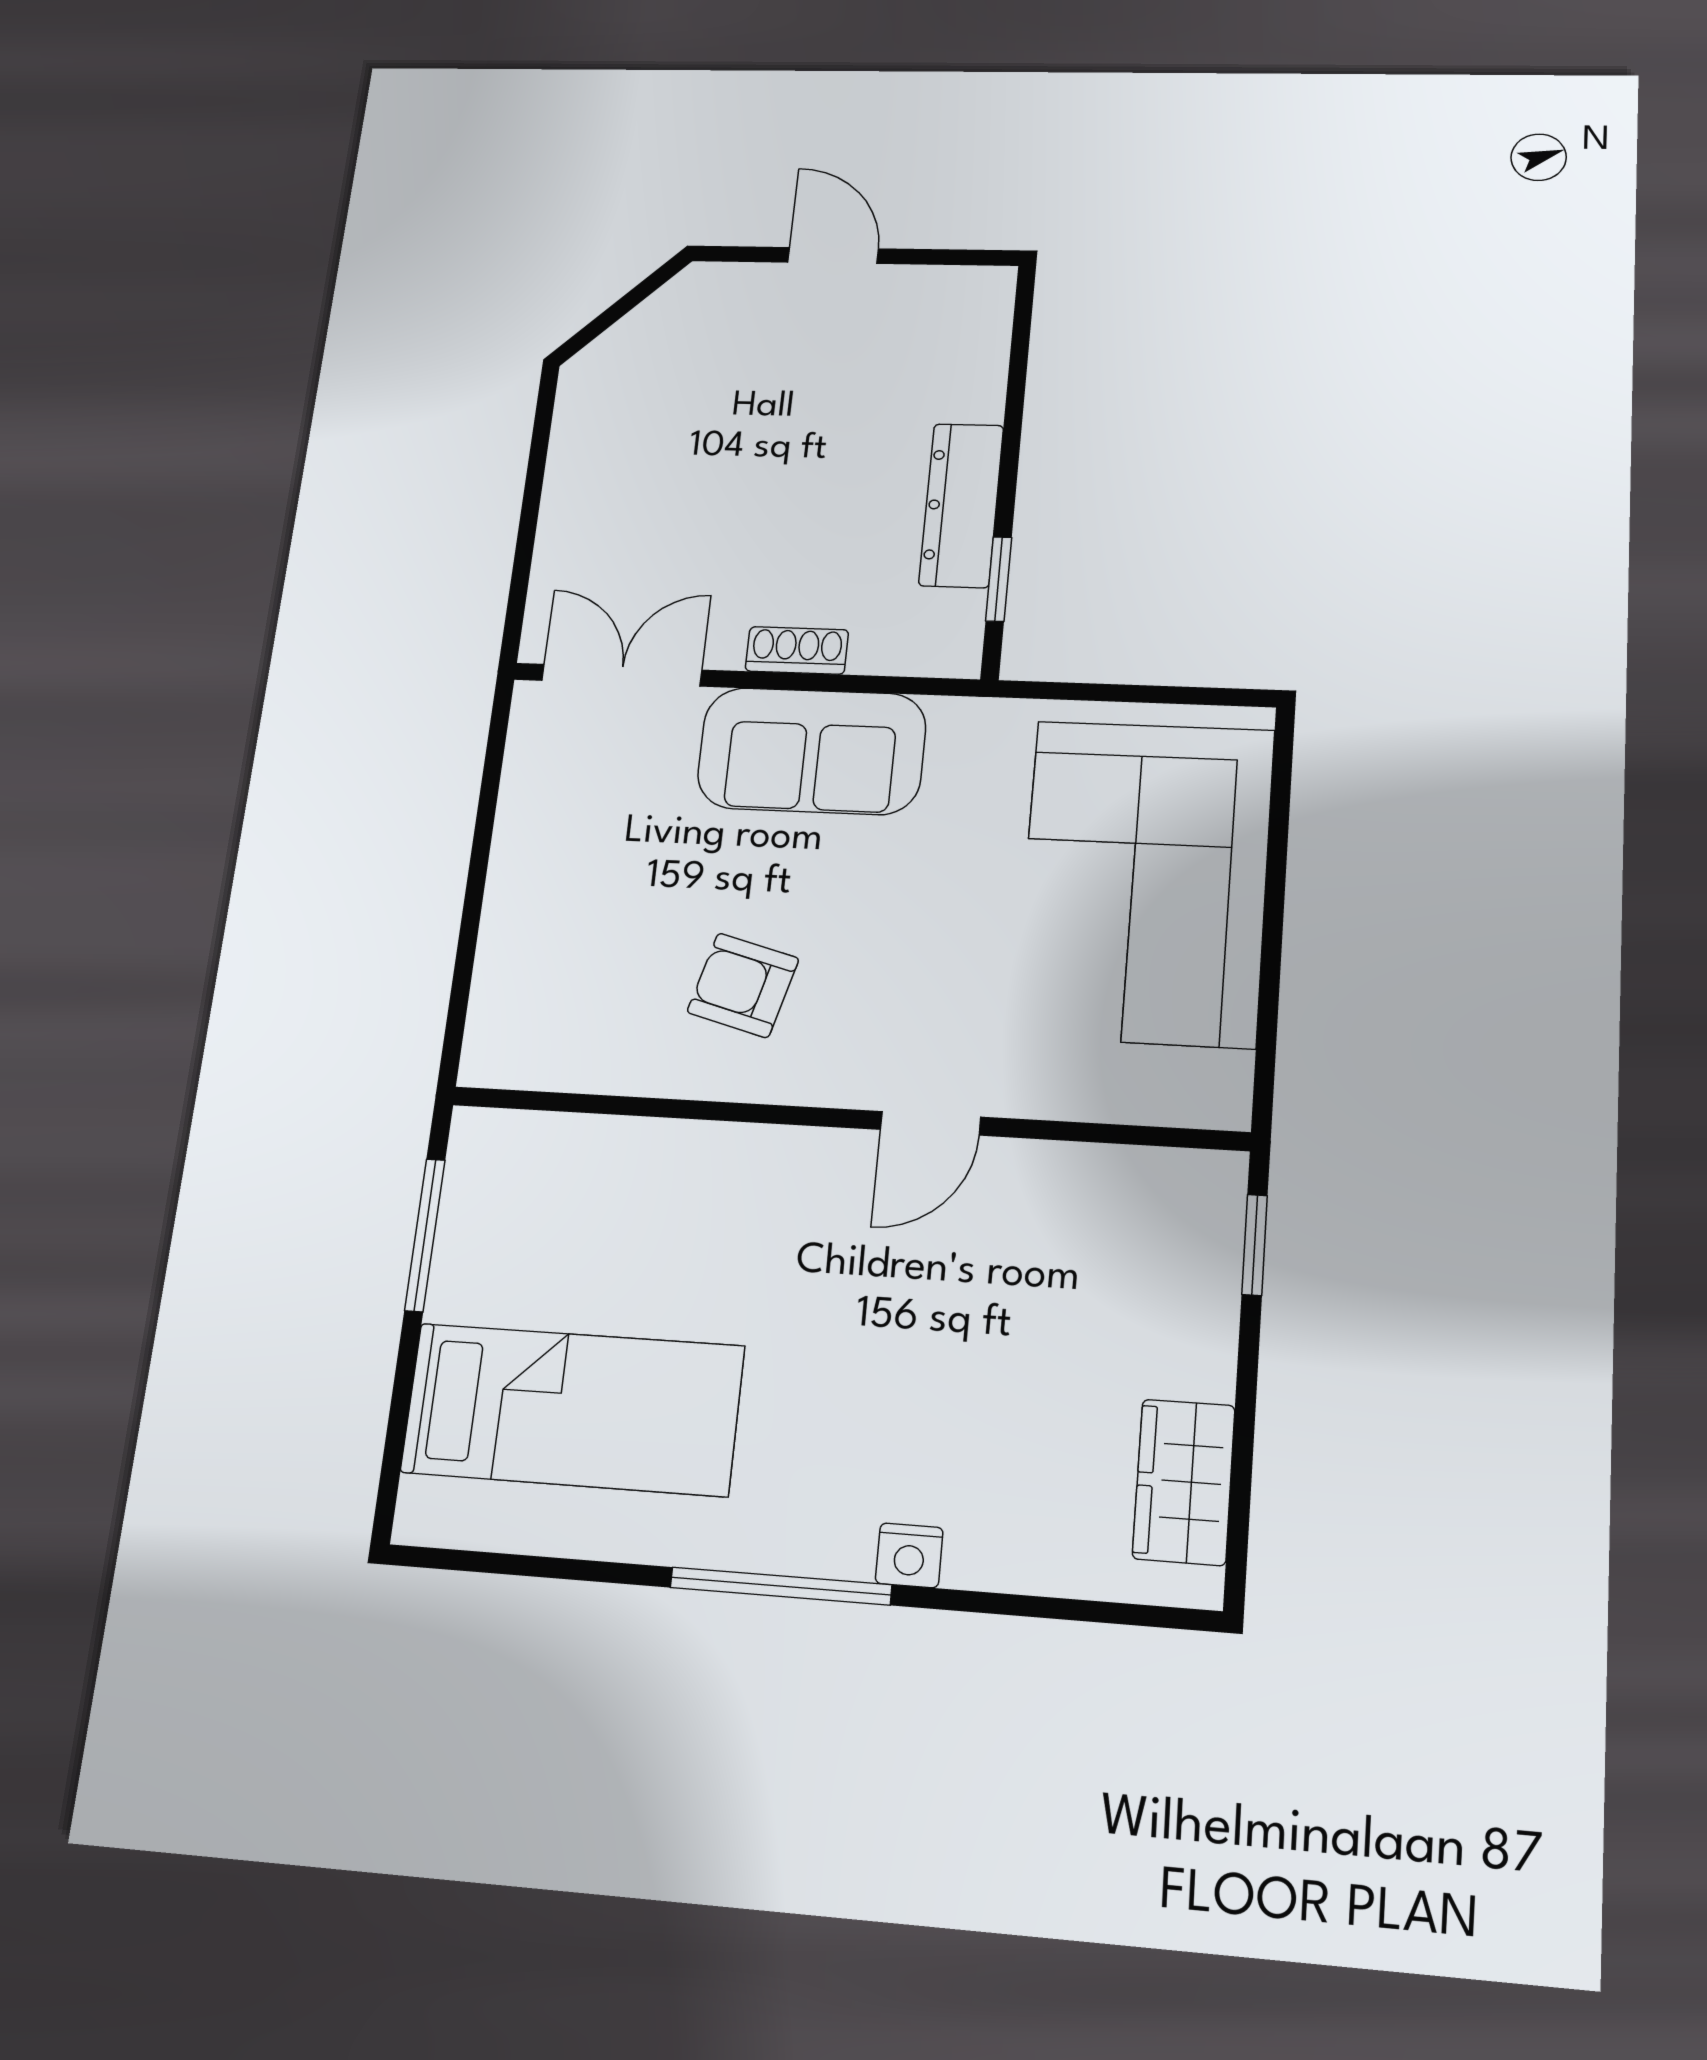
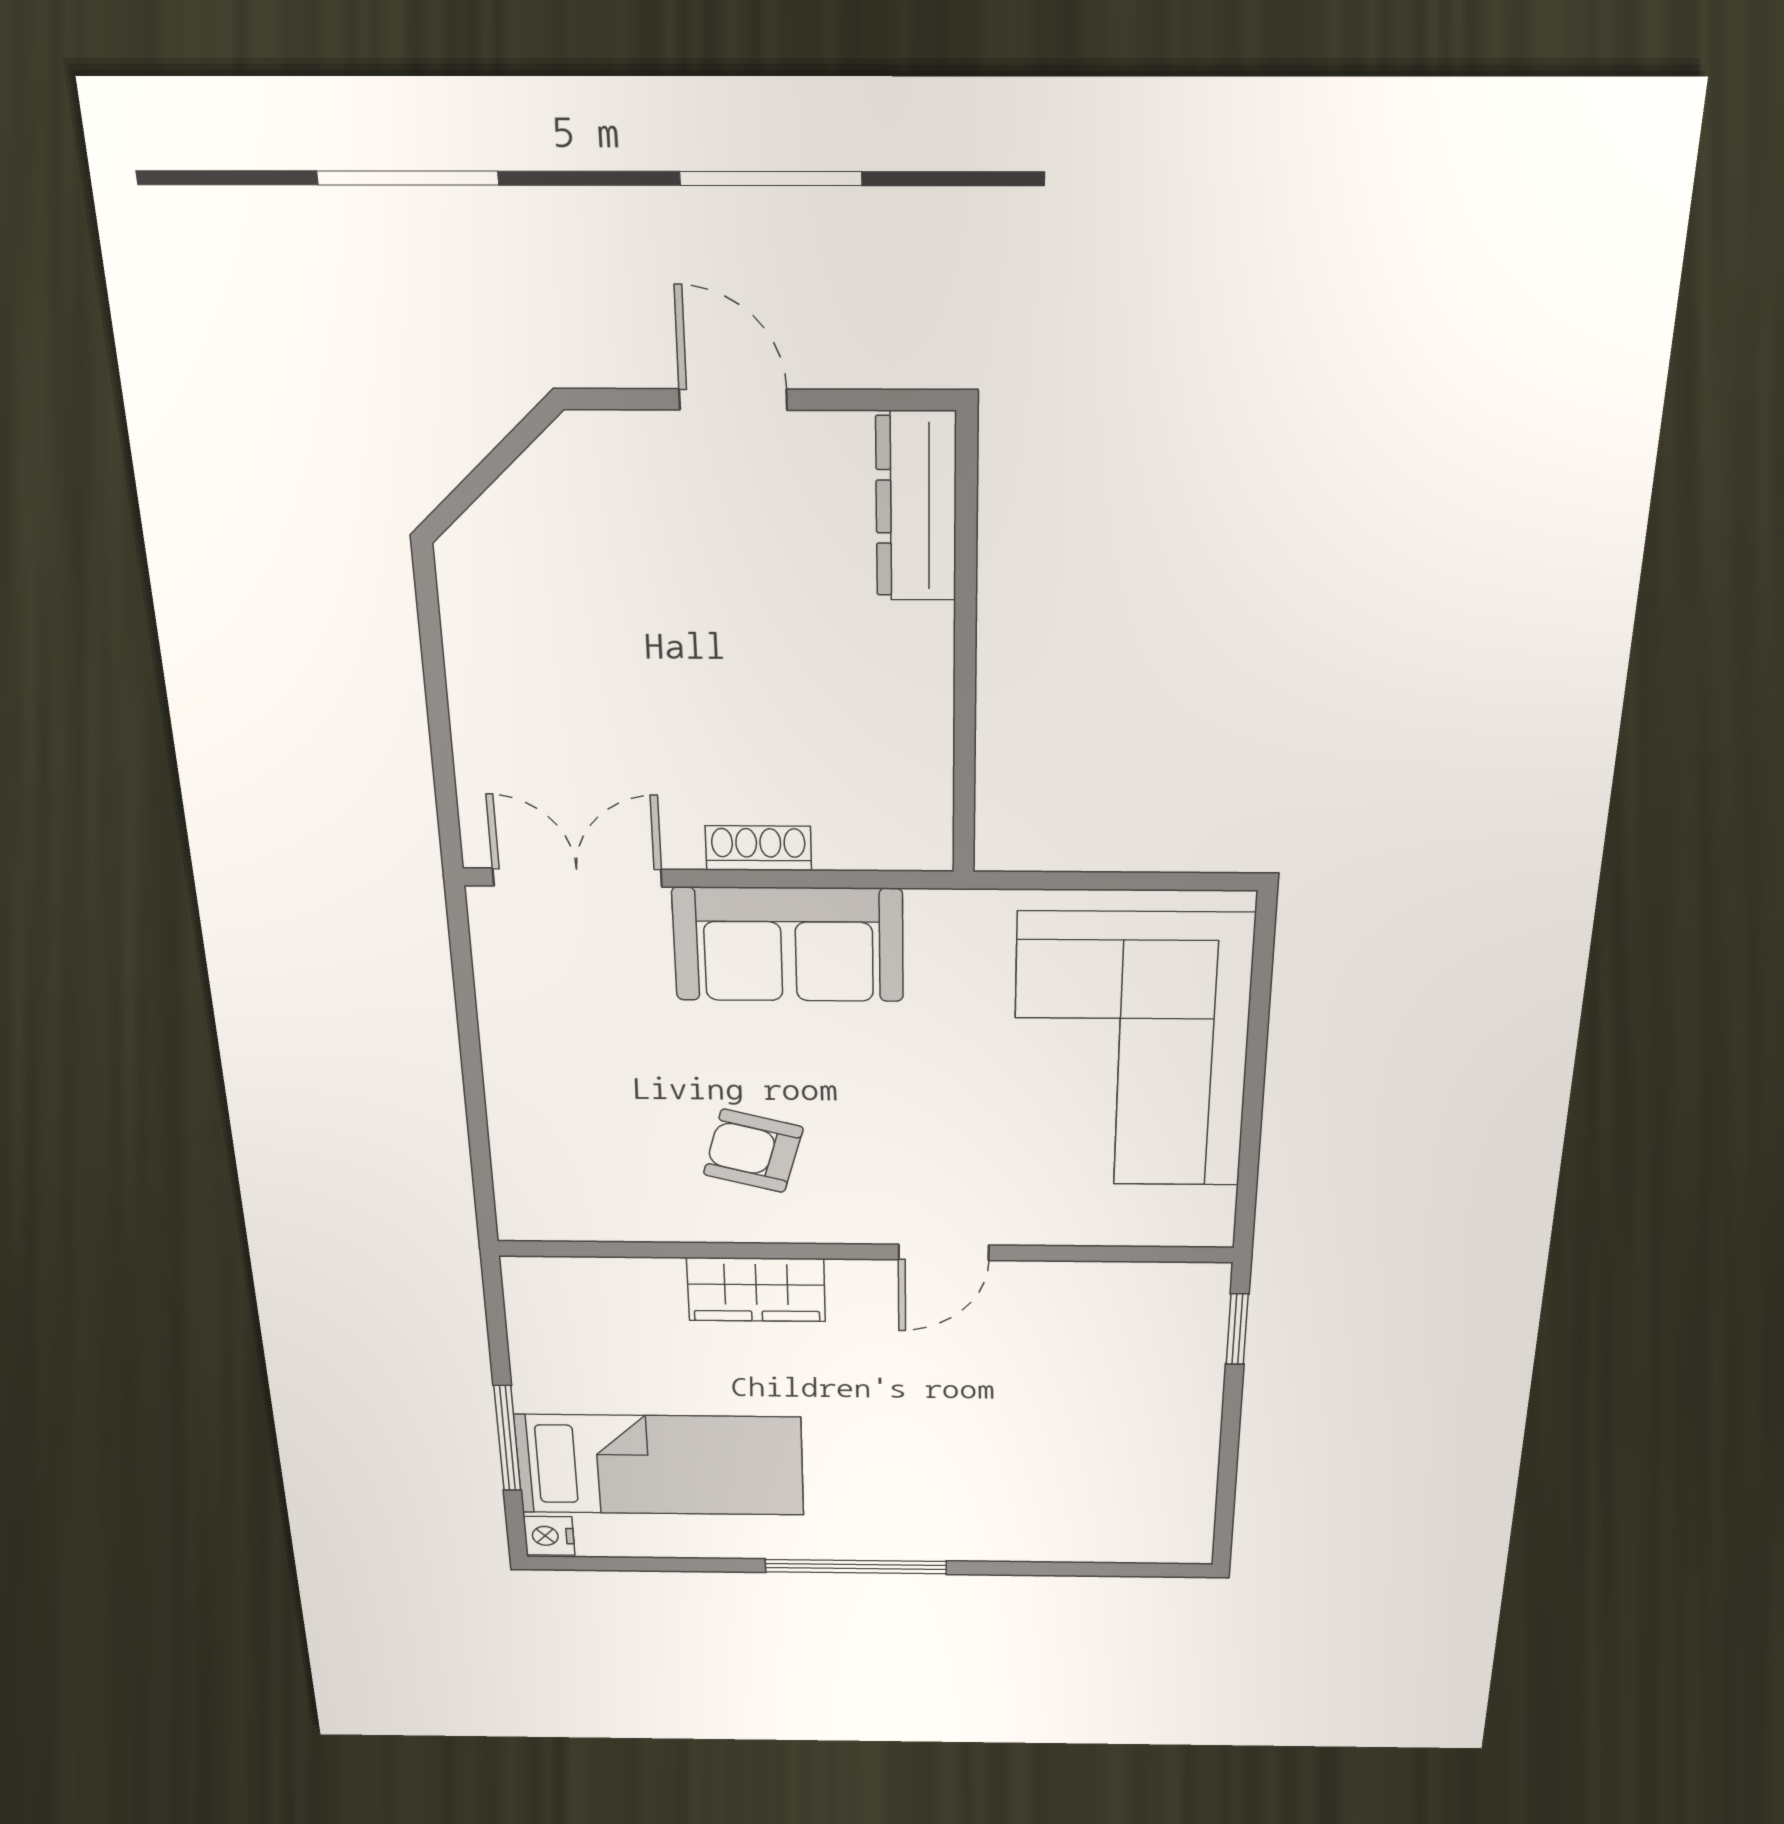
dresser: (961, 505) -> (916, 507), moved
window: (999, 579) -> (964, 770), removed
window: (425, 1235) -> (507, 1438), moved
wardrobe: (1184, 1482) -> (756, 1290), moved, turned -90
nightstand: (909, 1555) -> (549, 1536), moved, turned 90

